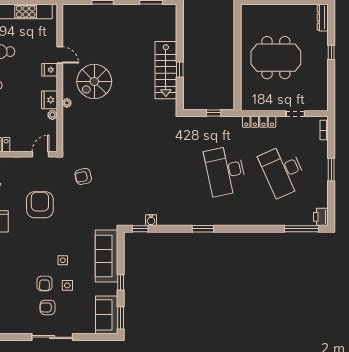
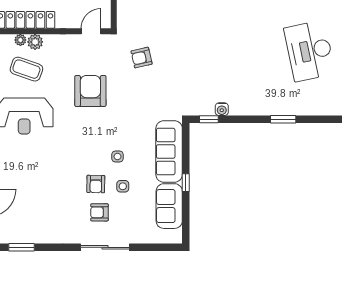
sofa: (107, 315) -> (169, 206), moved
window: (121, 318) -> (186, 225), removed

